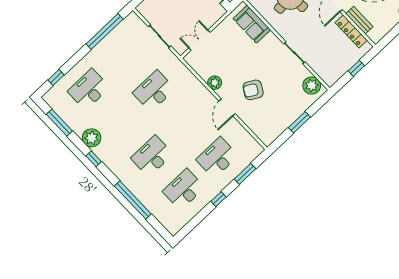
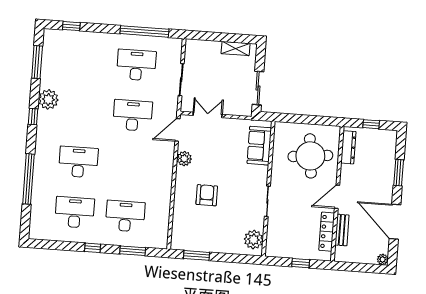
desk: (89, 89) -> (136, 65), moved
armchair: (253, 90) -> (207, 195), turned 60
door: (227, 107) -> (177, 130), moved
window: (299, 122) -> (196, 255), moved

